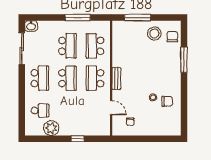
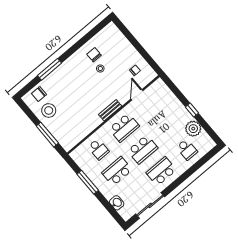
washbasin: (31, 26) -> (117, 203), moved
school desk: (95, 46) -> (98, 149), width x0.54
school desk: (67, 78) -> (143, 149), turned 180
school desk: (40, 110) -> (187, 150), turned 180
window: (78, 139) -> (192, 110), moved

